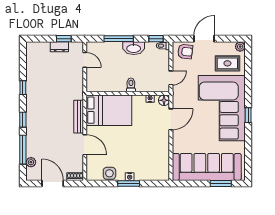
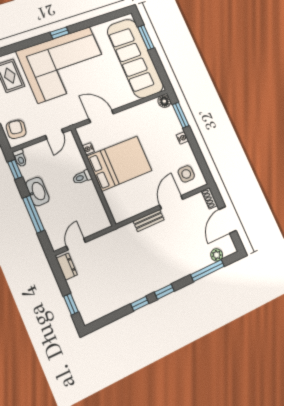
window: (64, 39) -> (71, 304), moved
dresser: (59, 47) -> (67, 267), moved
door: (171, 78) -> (54, 134), swing flipped
floor lamp: (164, 100) -> (164, 101), moved
bed: (109, 110) -> (119, 163), moved, turned 90
bench: (79, 117) -> (149, 220), width x0.73
window: (23, 120) -> (164, 292), moved
side table: (109, 173) -> (186, 174), moved
window: (129, 184) -> (181, 115), moved

